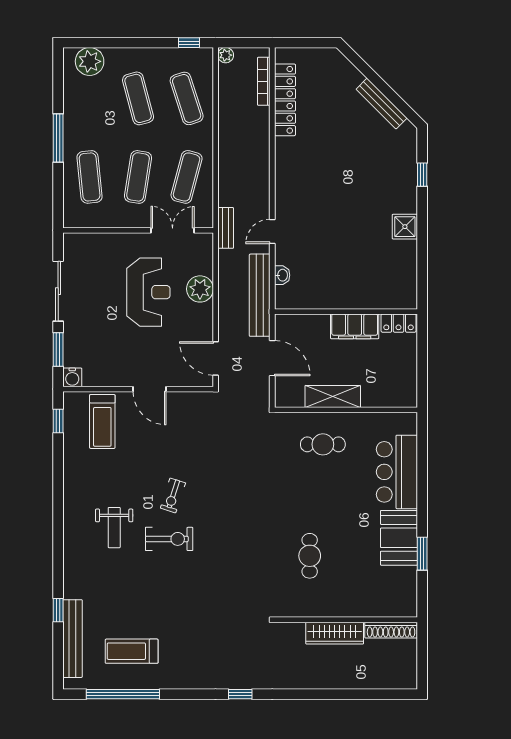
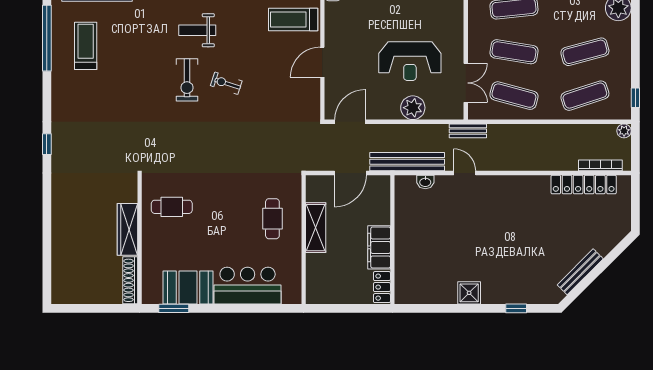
wall: (346, 620) -> (140, 240), moved
shoe rack: (391, 630) -> (130, 280), moved
wardrobe: (335, 633) -> (128, 229), moved

